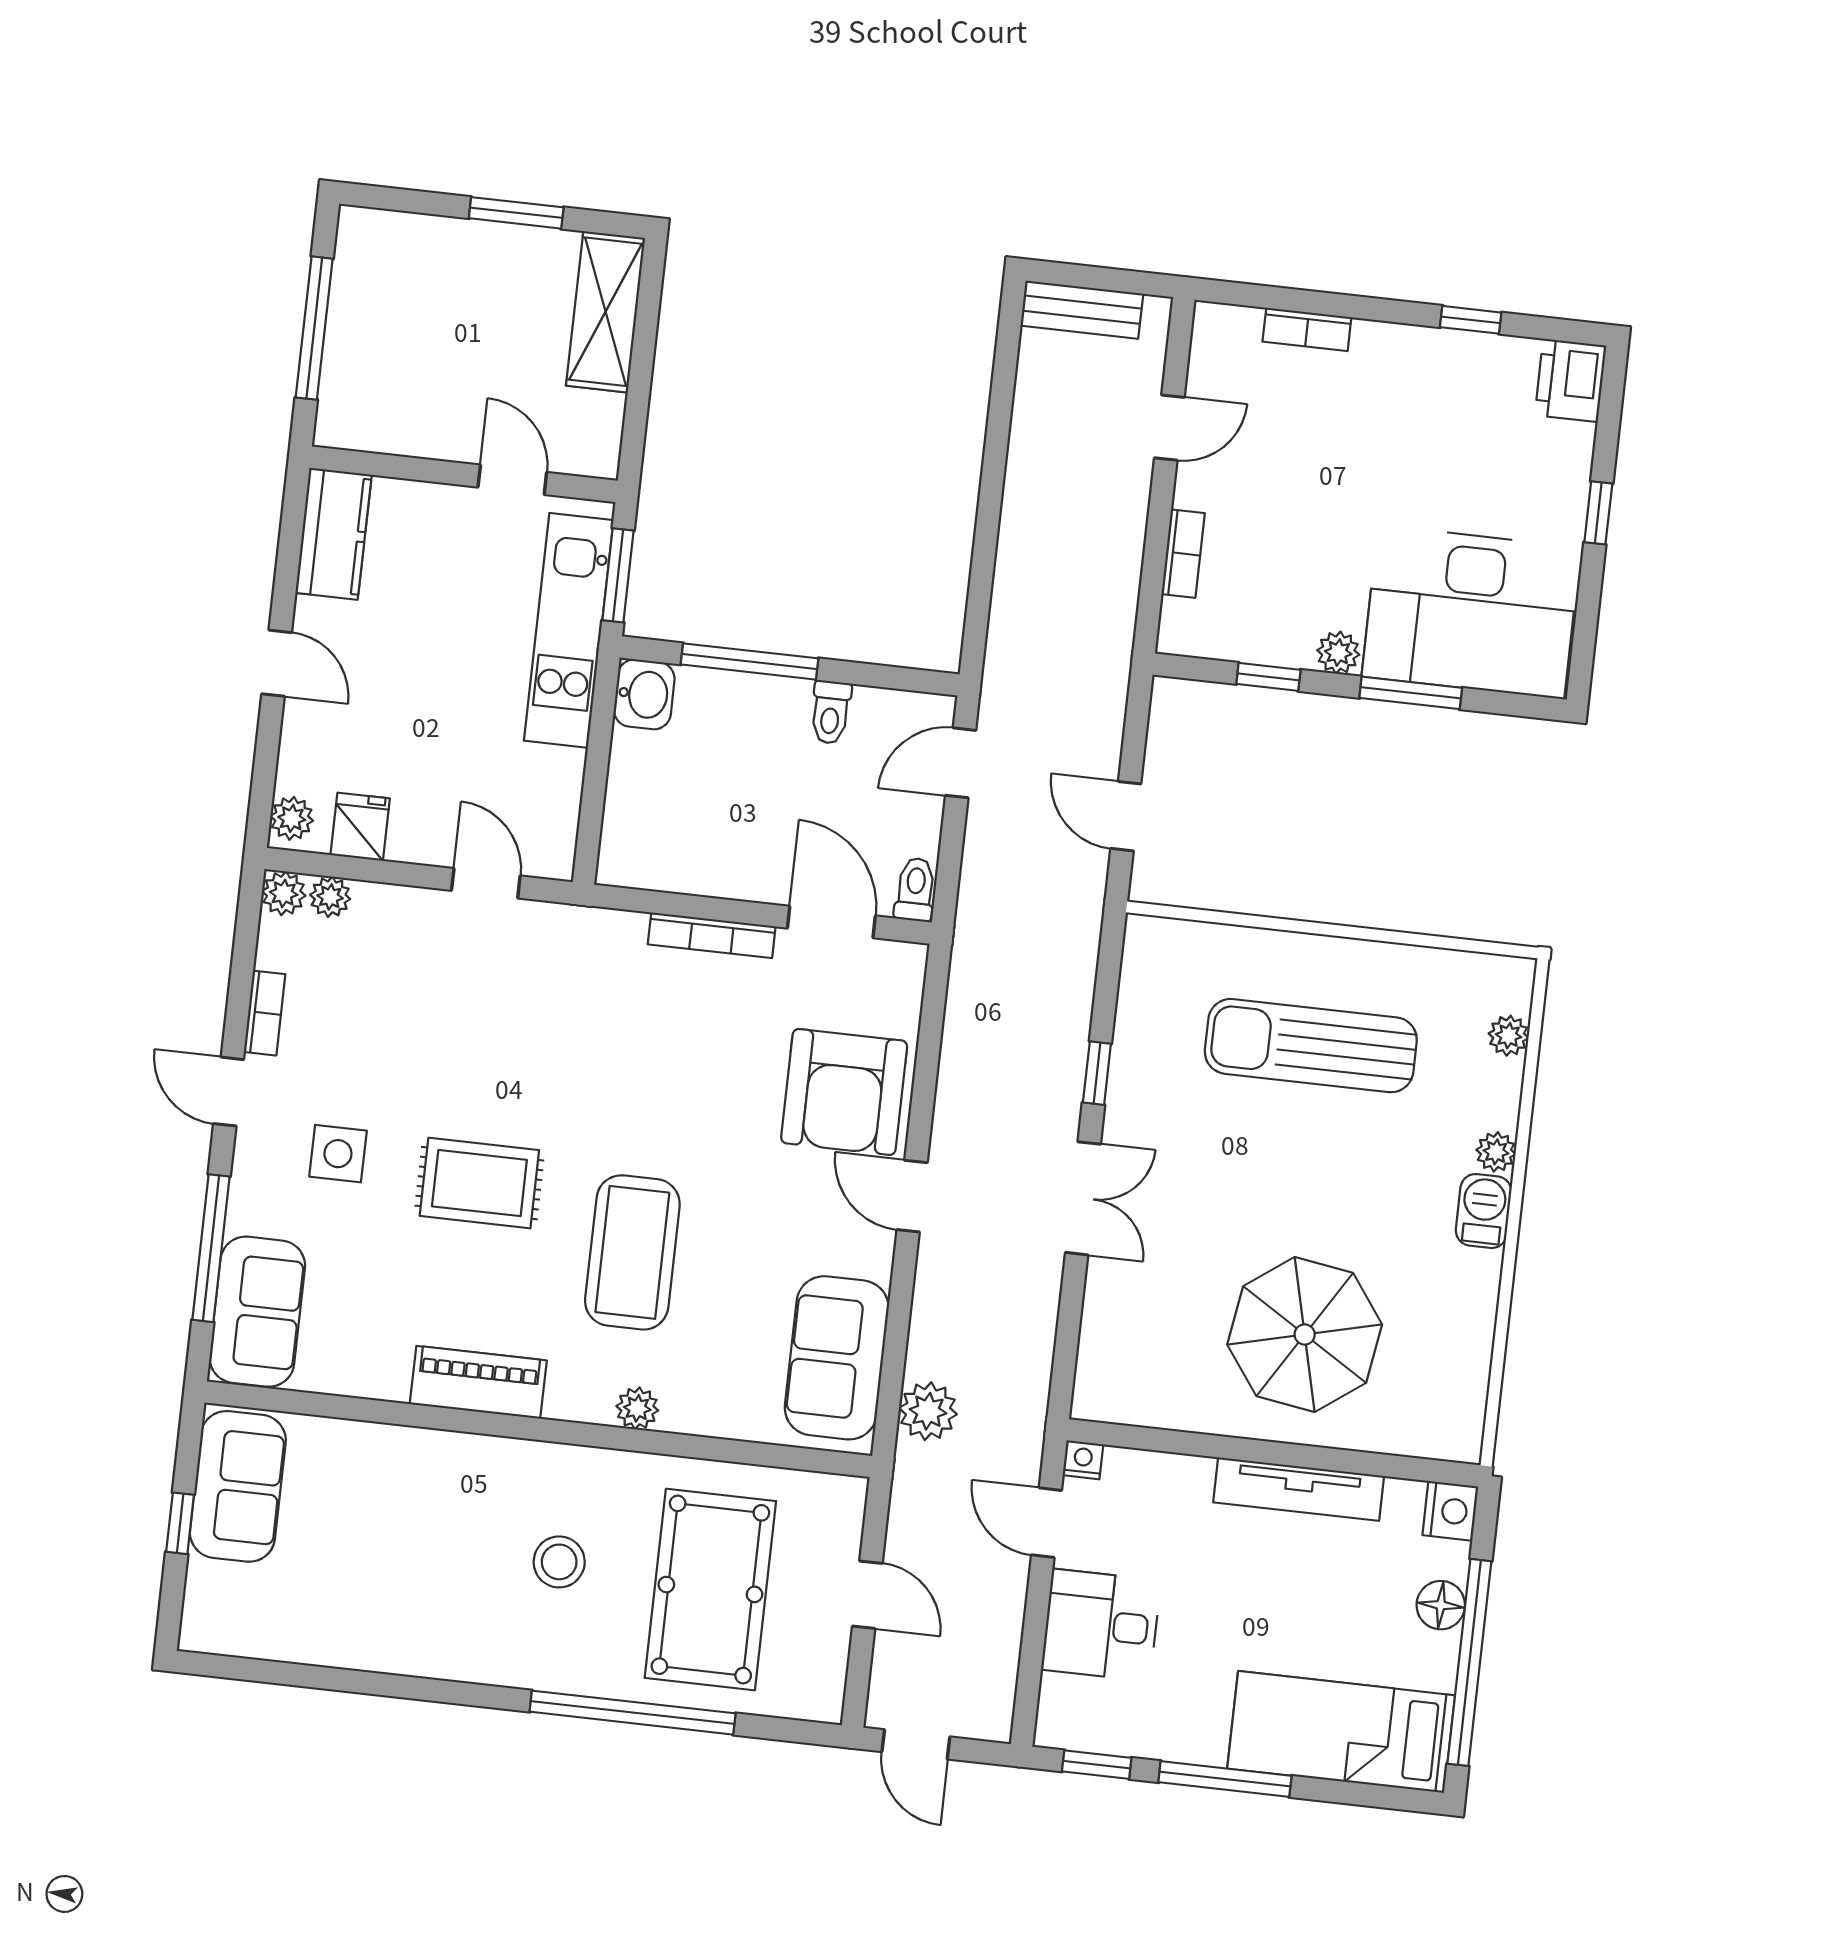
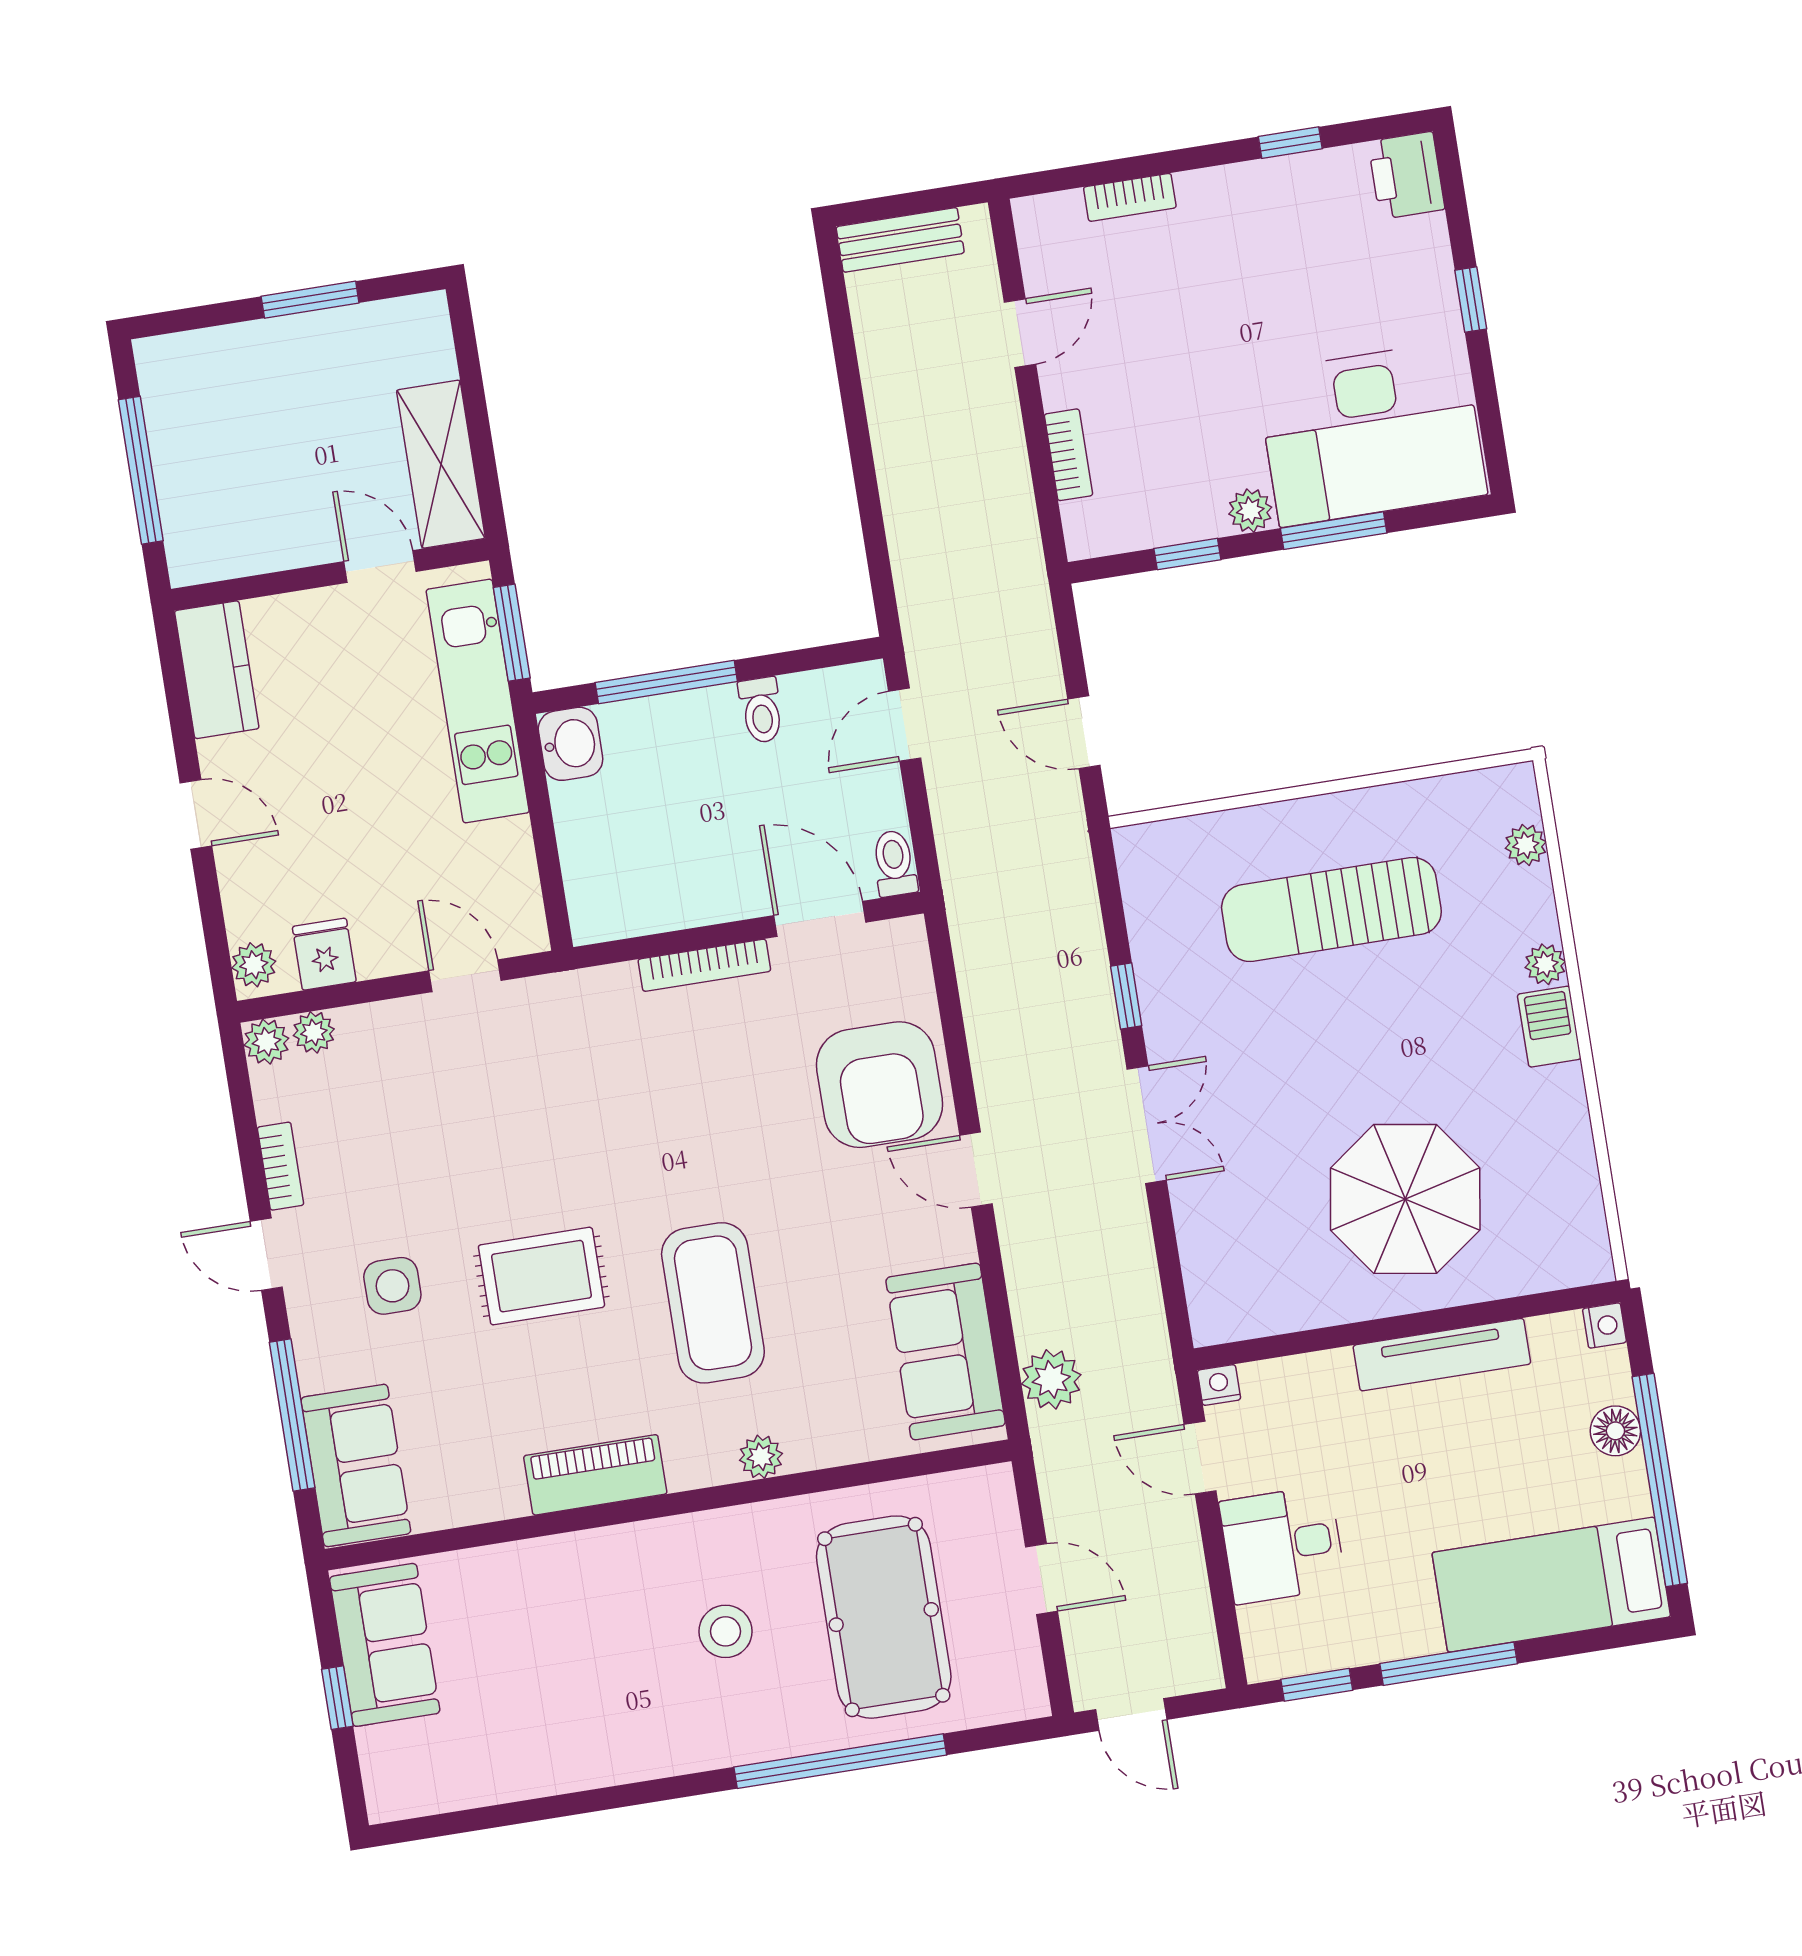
shelving: (606, 312) -> (441, 464), moved
nightstand: (1450, 1511) -> (1604, 1326), width x0.72, depth x0.74

